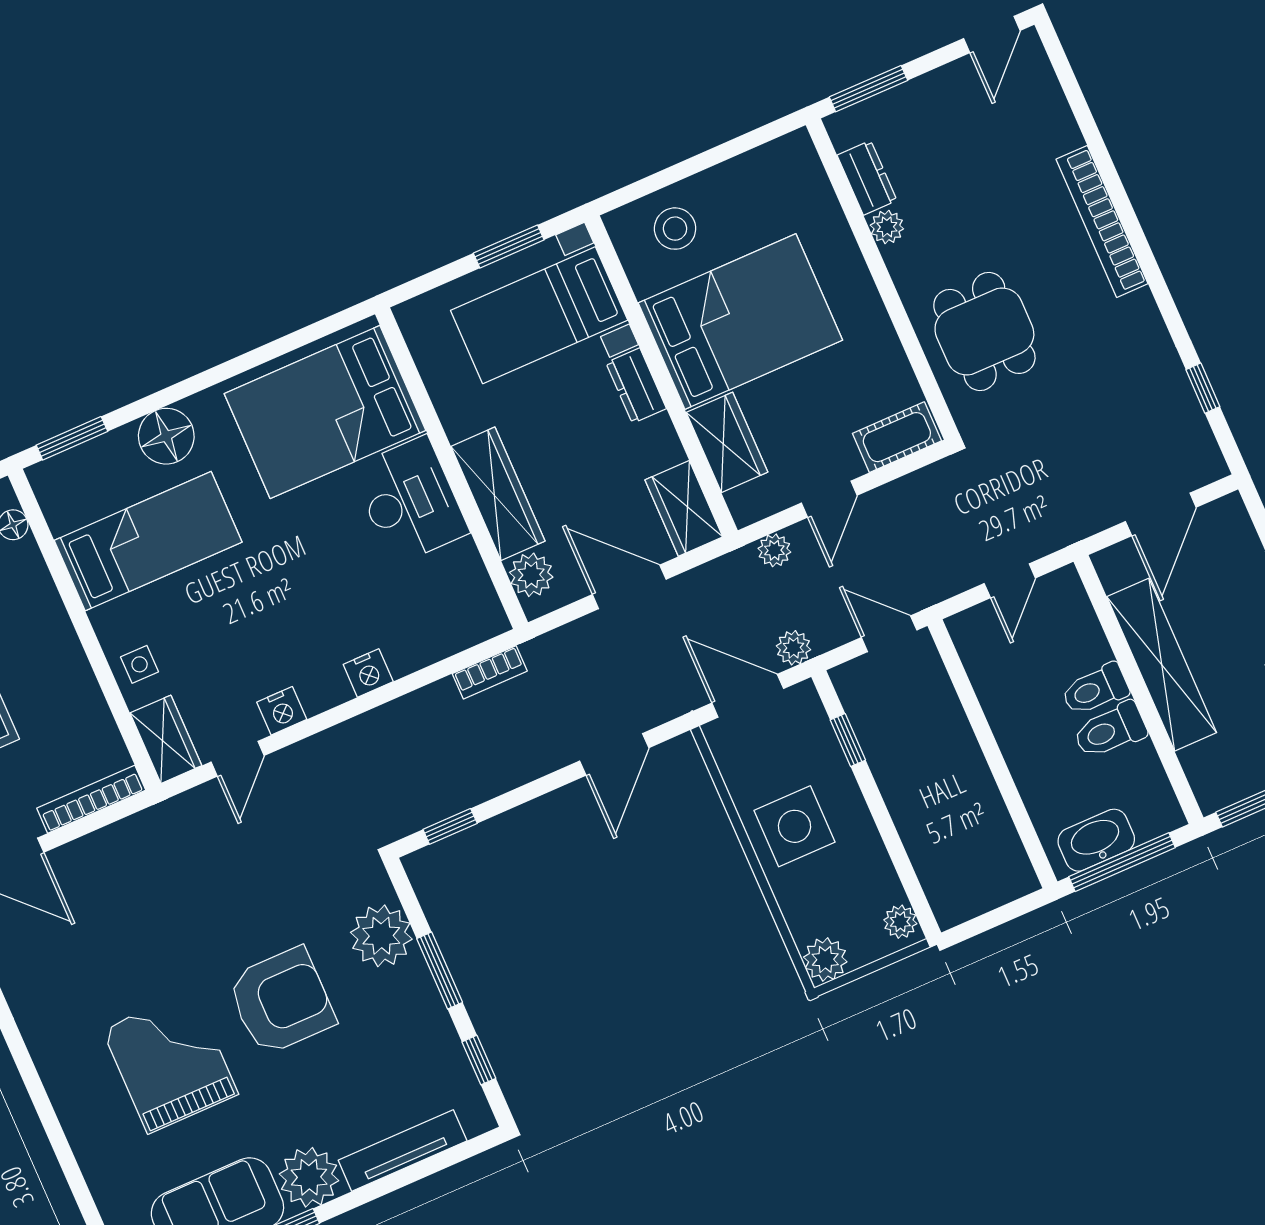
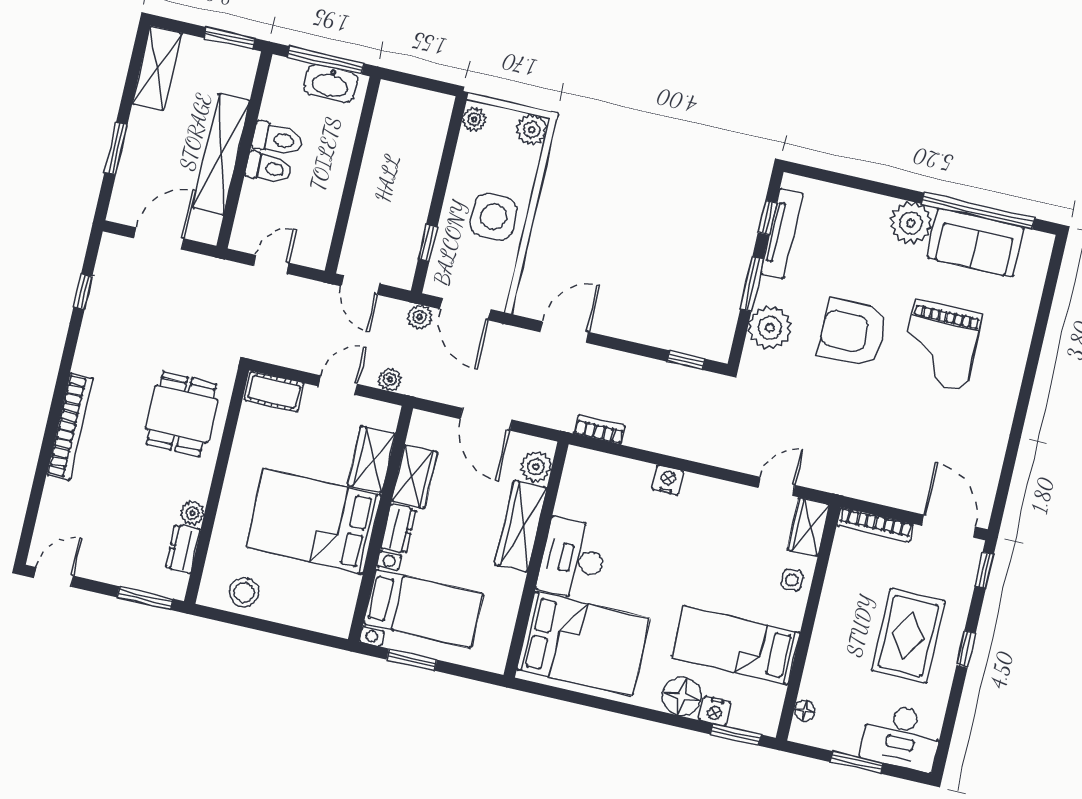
stool: (675, 229) -> (244, 592), moved
wardrobe: (684, 508) -> (415, 477), moved
nightstand: (282, 711) -> (715, 711), moved, turned 180
tv unit: (403, 1150) -> (782, 233), moved, turned -90

